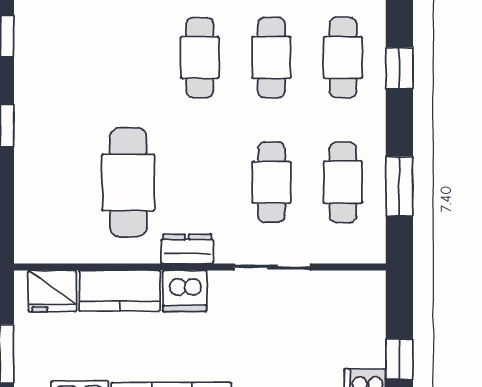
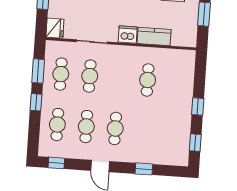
window: (399, 68) -> (36, 102), moved
cafe table: (128, 182) -> (148, 80), width x0.73, depth x0.74
dresser: (187, 249) -> (126, 52), removed
fridge: (52, 291) -> (55, 28), moved, turned 90

